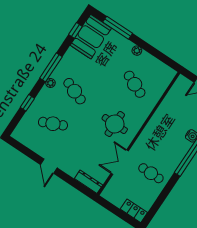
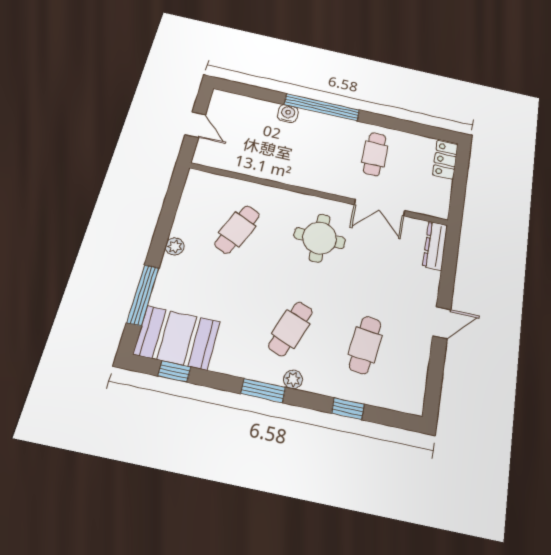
window: (51, 67) -> (263, 391), width x0.69
cafe table: (53, 124) -> (365, 345), turned 30

